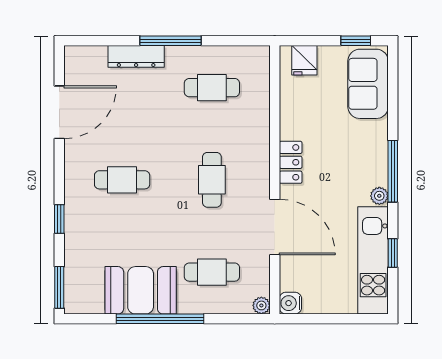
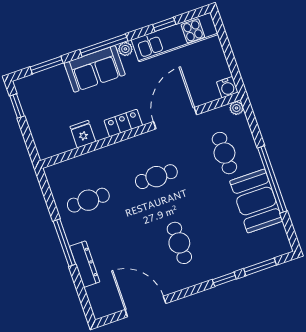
fridge: (304, 60) -> (83, 134), moved, turned -90
sofa: (368, 84) -> (95, 69), moved
cafe table: (212, 88) -> (88, 200), turned 90
window: (393, 94) -> (47, 65), added
window: (59, 287) -> (260, 267), moved

